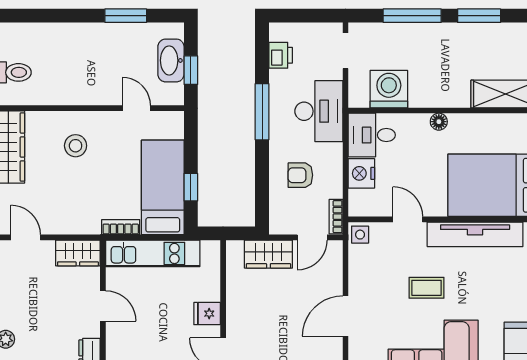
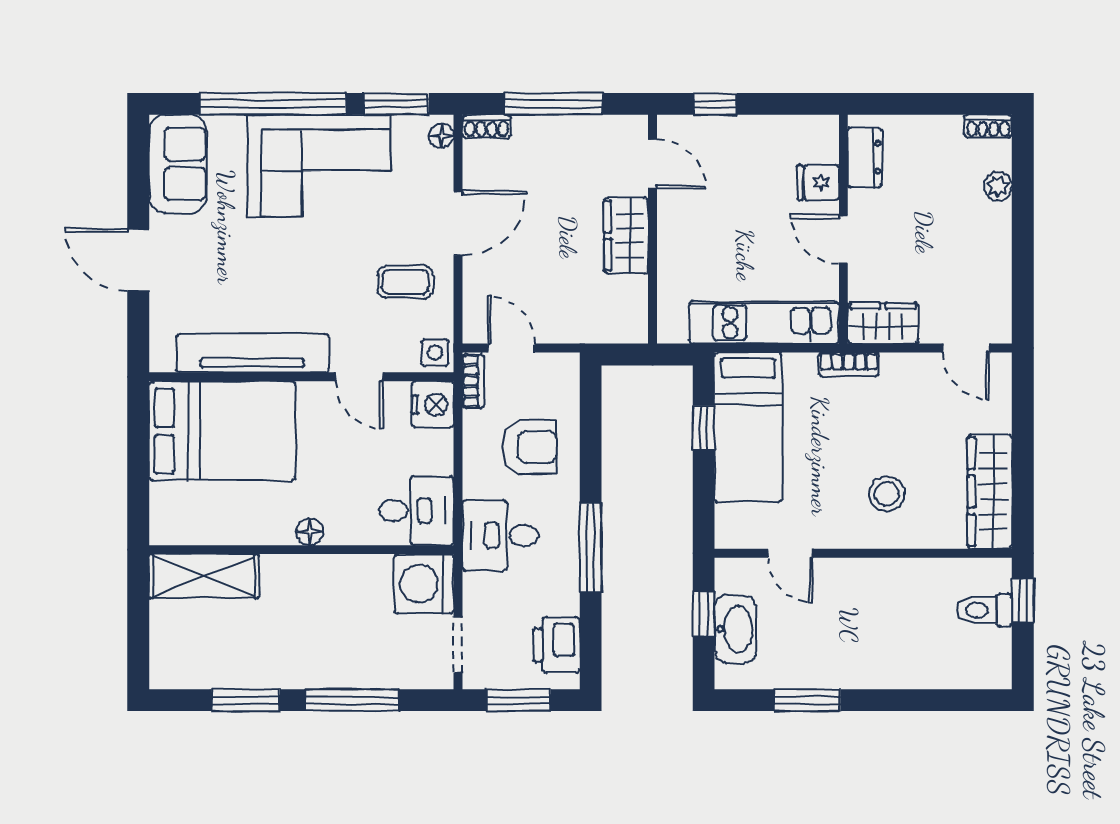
window: (307, 16) -> (518, 700), added
printer: (281, 55) -> (557, 645), width x1.36, depth x1.24
washing machine: (389, 89) -> (424, 584), moved, turned 90
desk: (319, 111) -> (500, 535), width x0.73
nightstand: (361, 173) -> (433, 404), moved
armchair: (300, 175) -> (530, 447), width x1.38, depth x1.38
bookcase: (121, 227) -> (849, 364), moved
door: (312, 237) -> (511, 348), hinge flipped
wardrobe: (268, 254) -> (626, 236), moved, turned -90
coffee table: (426, 288) -> (405, 282), moved
fridge: (207, 314) -> (818, 183), moved, turned 180

